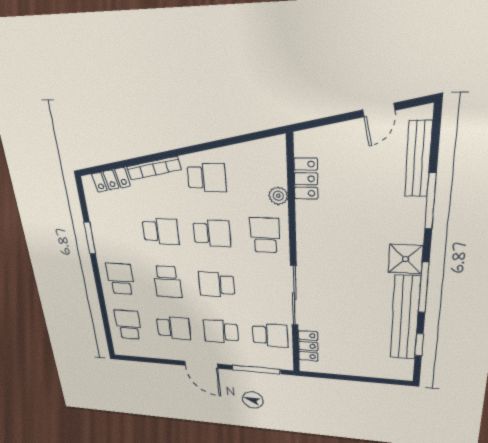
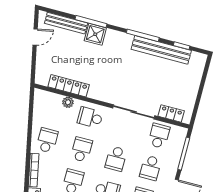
door: (379, 110) -> (35, 37), hinge flipped
locker: (306, 179) -> (69, 86), width x1.53
shower: (406, 259) -> (95, 34), moved

